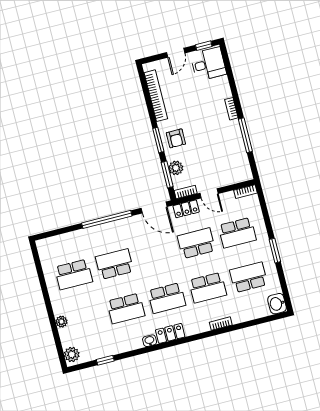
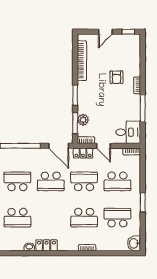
desk: (208, 64) -> (128, 132), moved
armchair: (176, 138) -> (116, 77), moved
school desk: (167, 298) -> (51, 181), moved

